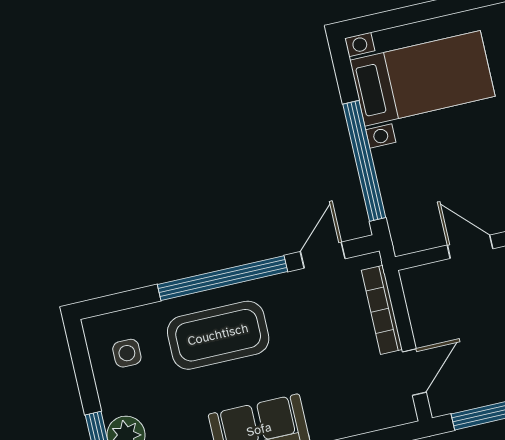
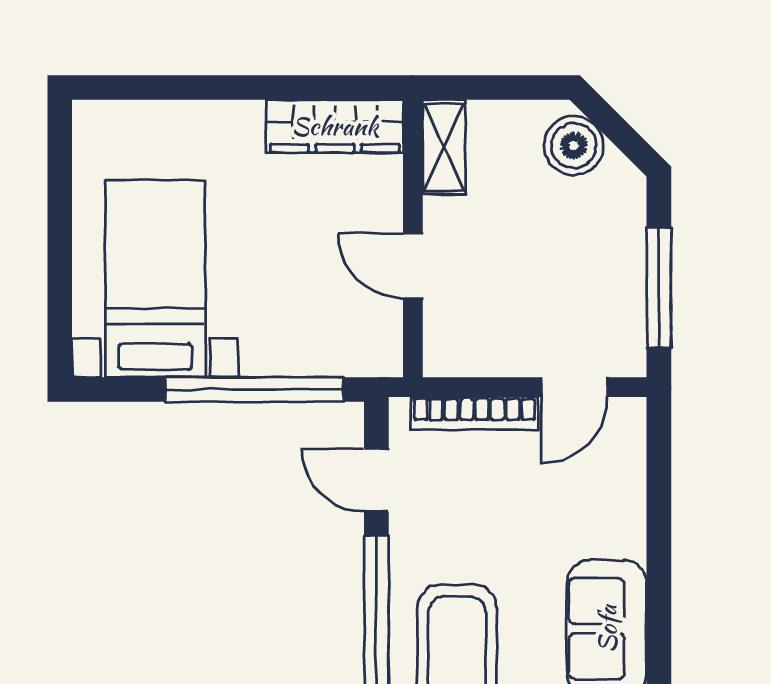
door: (470, 247) -> (413, 266), hinge flipped
door: (414, 372) -> (574, 387), swing flipped

